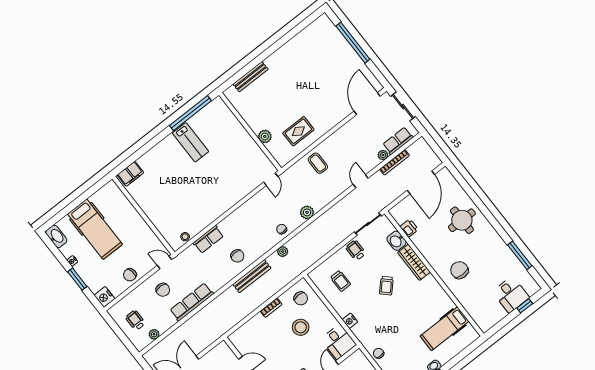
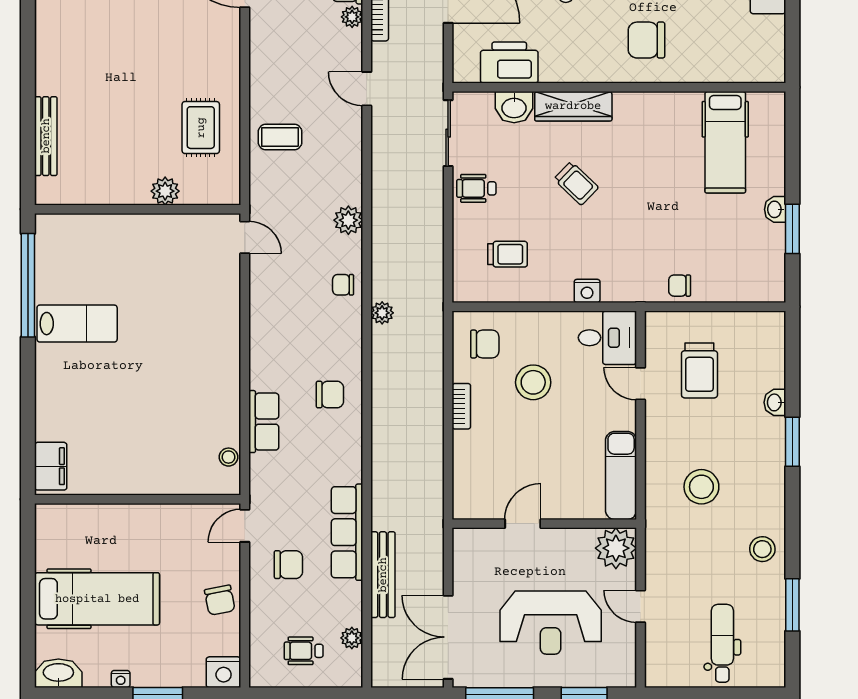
printer: (409, 228) -> (509, 63), width x1.87, depth x1.48
bench: (252, 276) -> (383, 575), moved

